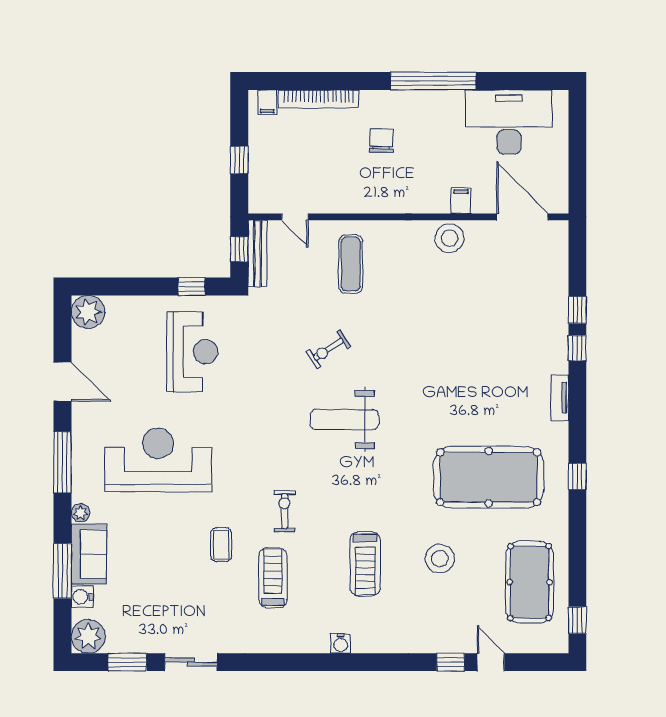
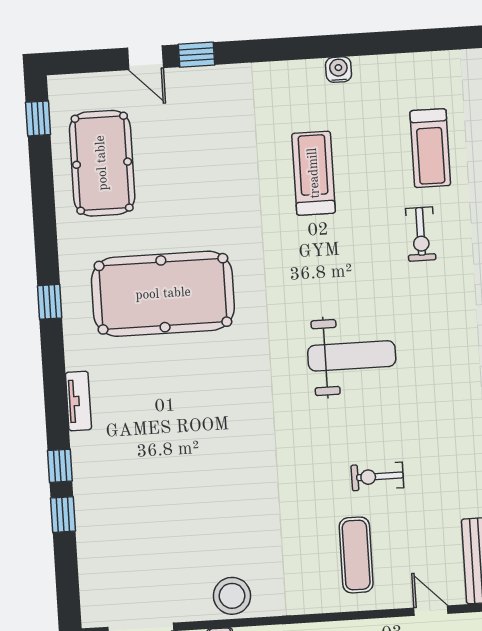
exercise bike: (328, 349) -> (377, 476), moved, turned -147
stool: (440, 559) -> (219, 186), removed

